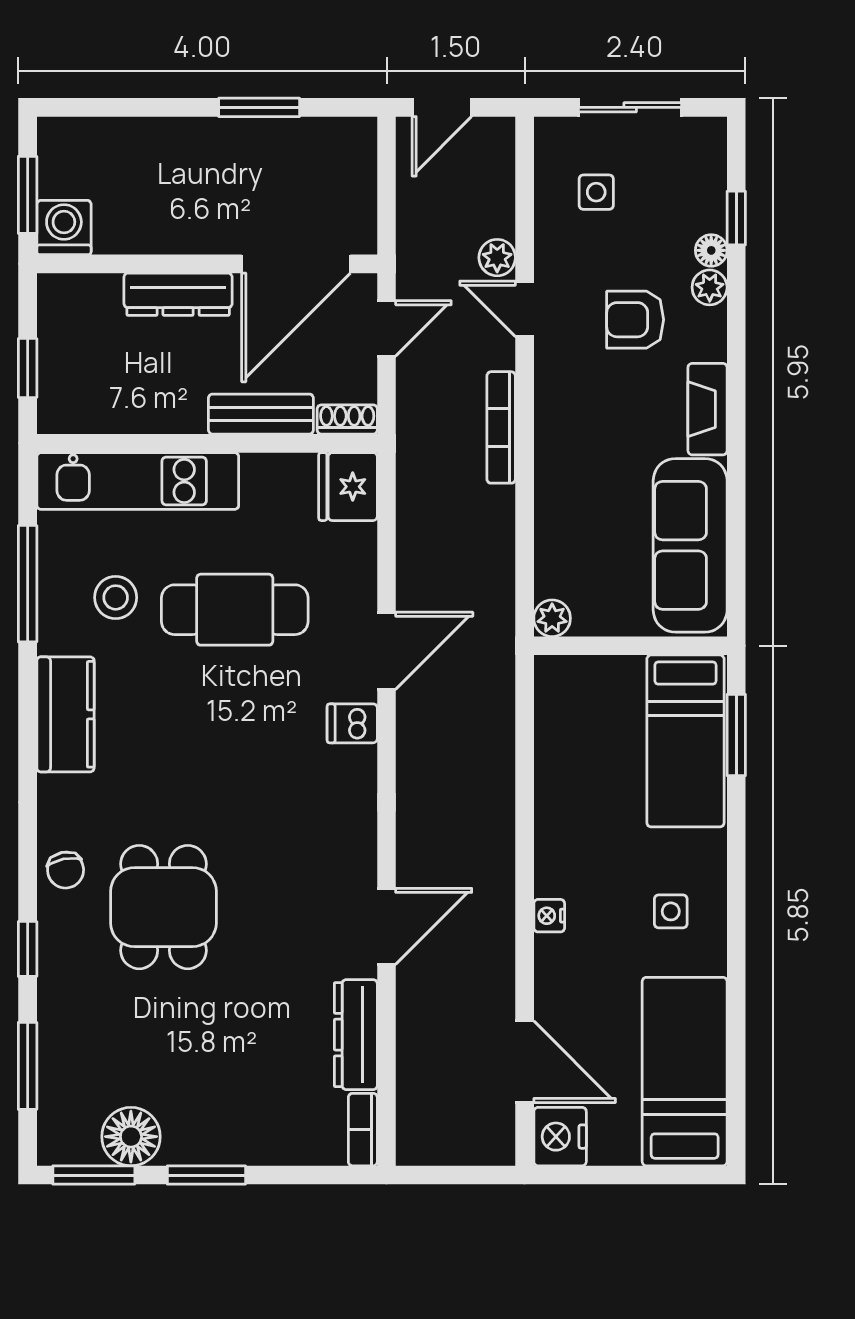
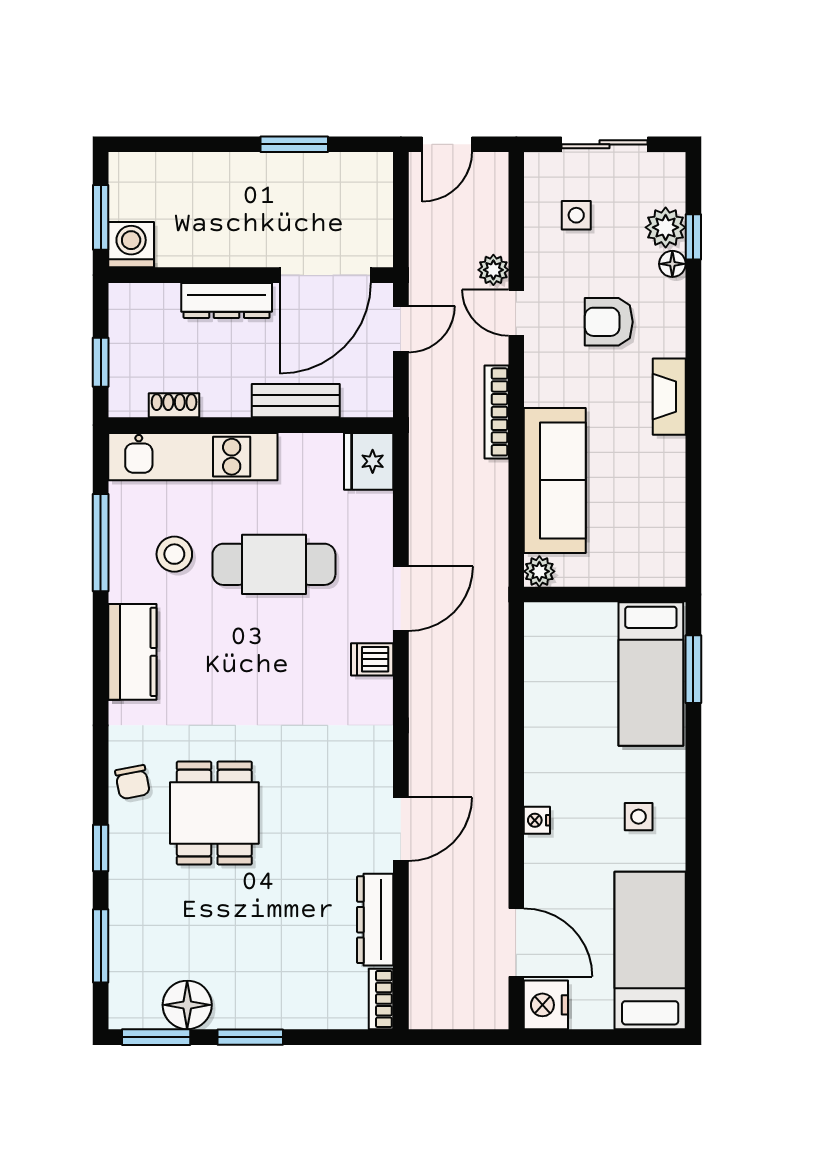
plant: (710, 287) -> (666, 227), moved, width x1.38, depth x1.38
shoe rack: (347, 419) -> (174, 405), moved
sofa: (690, 545) -> (555, 480), moved, turned 180

